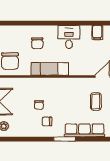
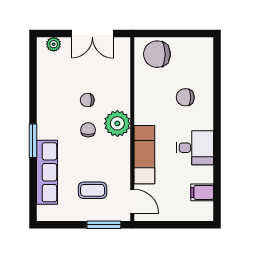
exam couch: (50, 69) -> (144, 155), moved
plant: (54, 86) -> (117, 123), added
chair: (47, 121) -> (88, 130), moved

